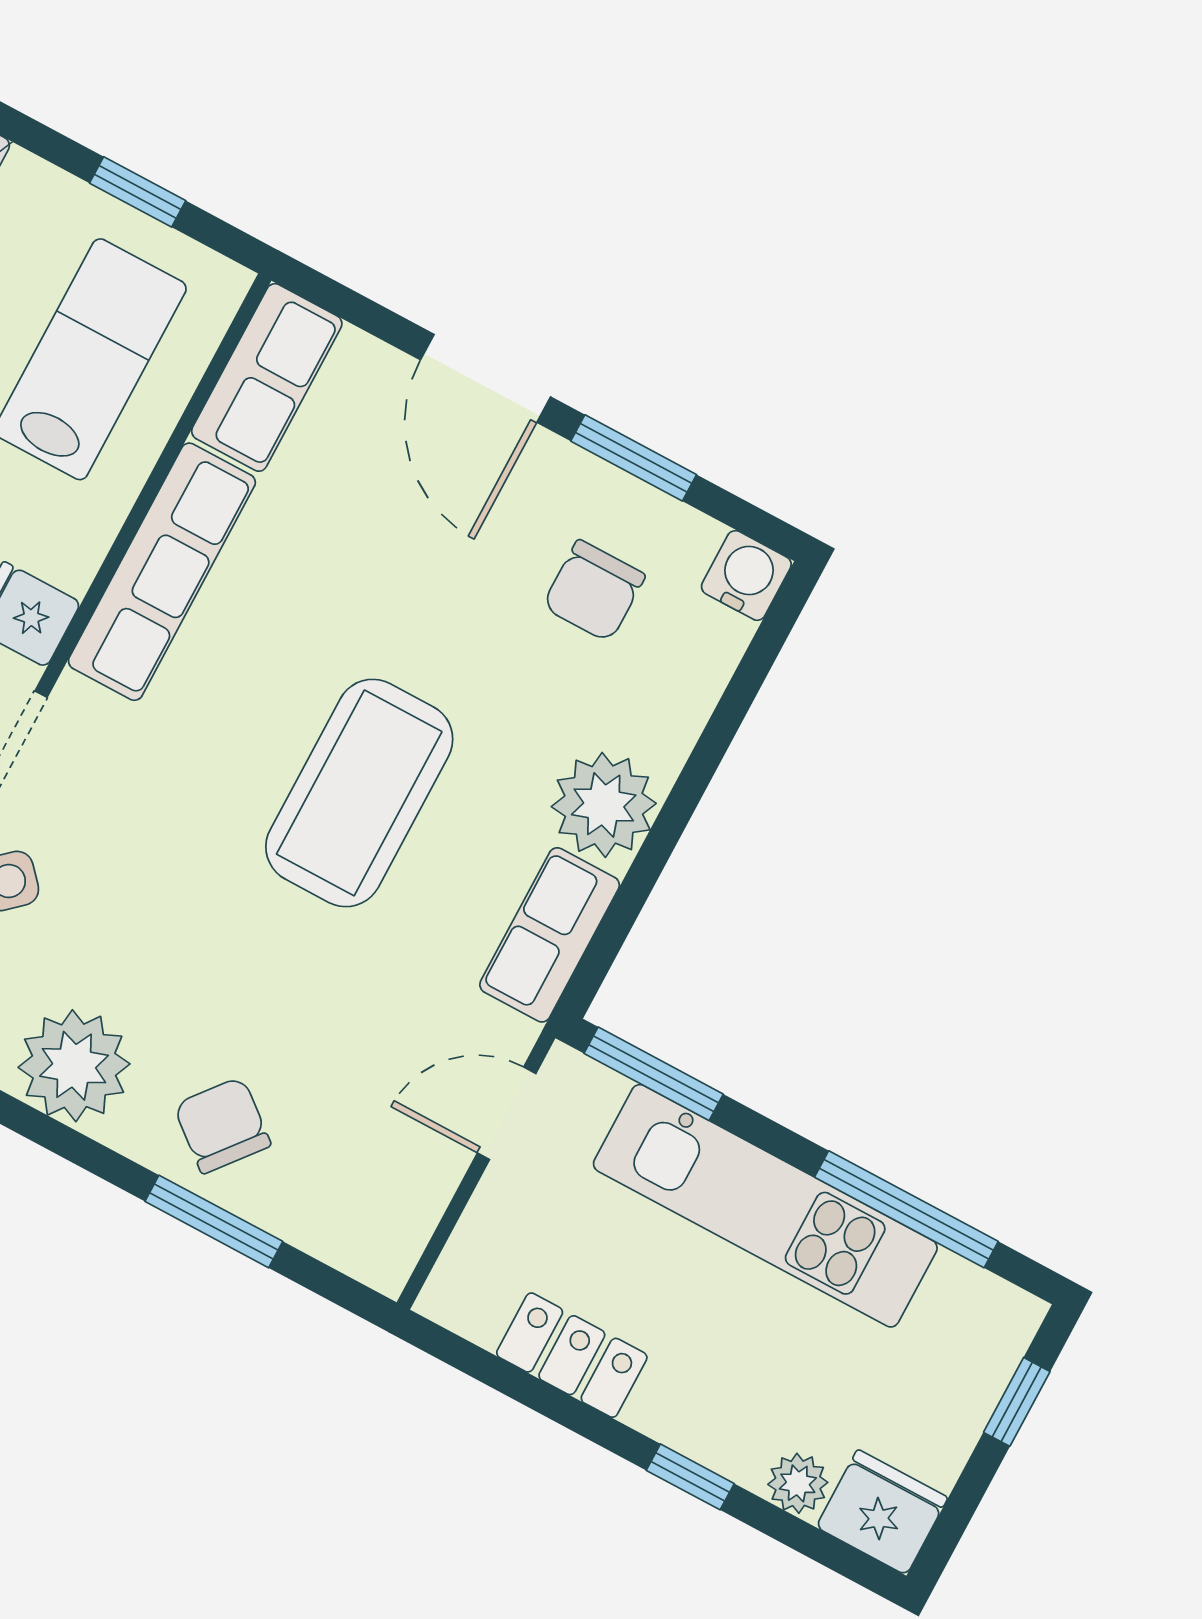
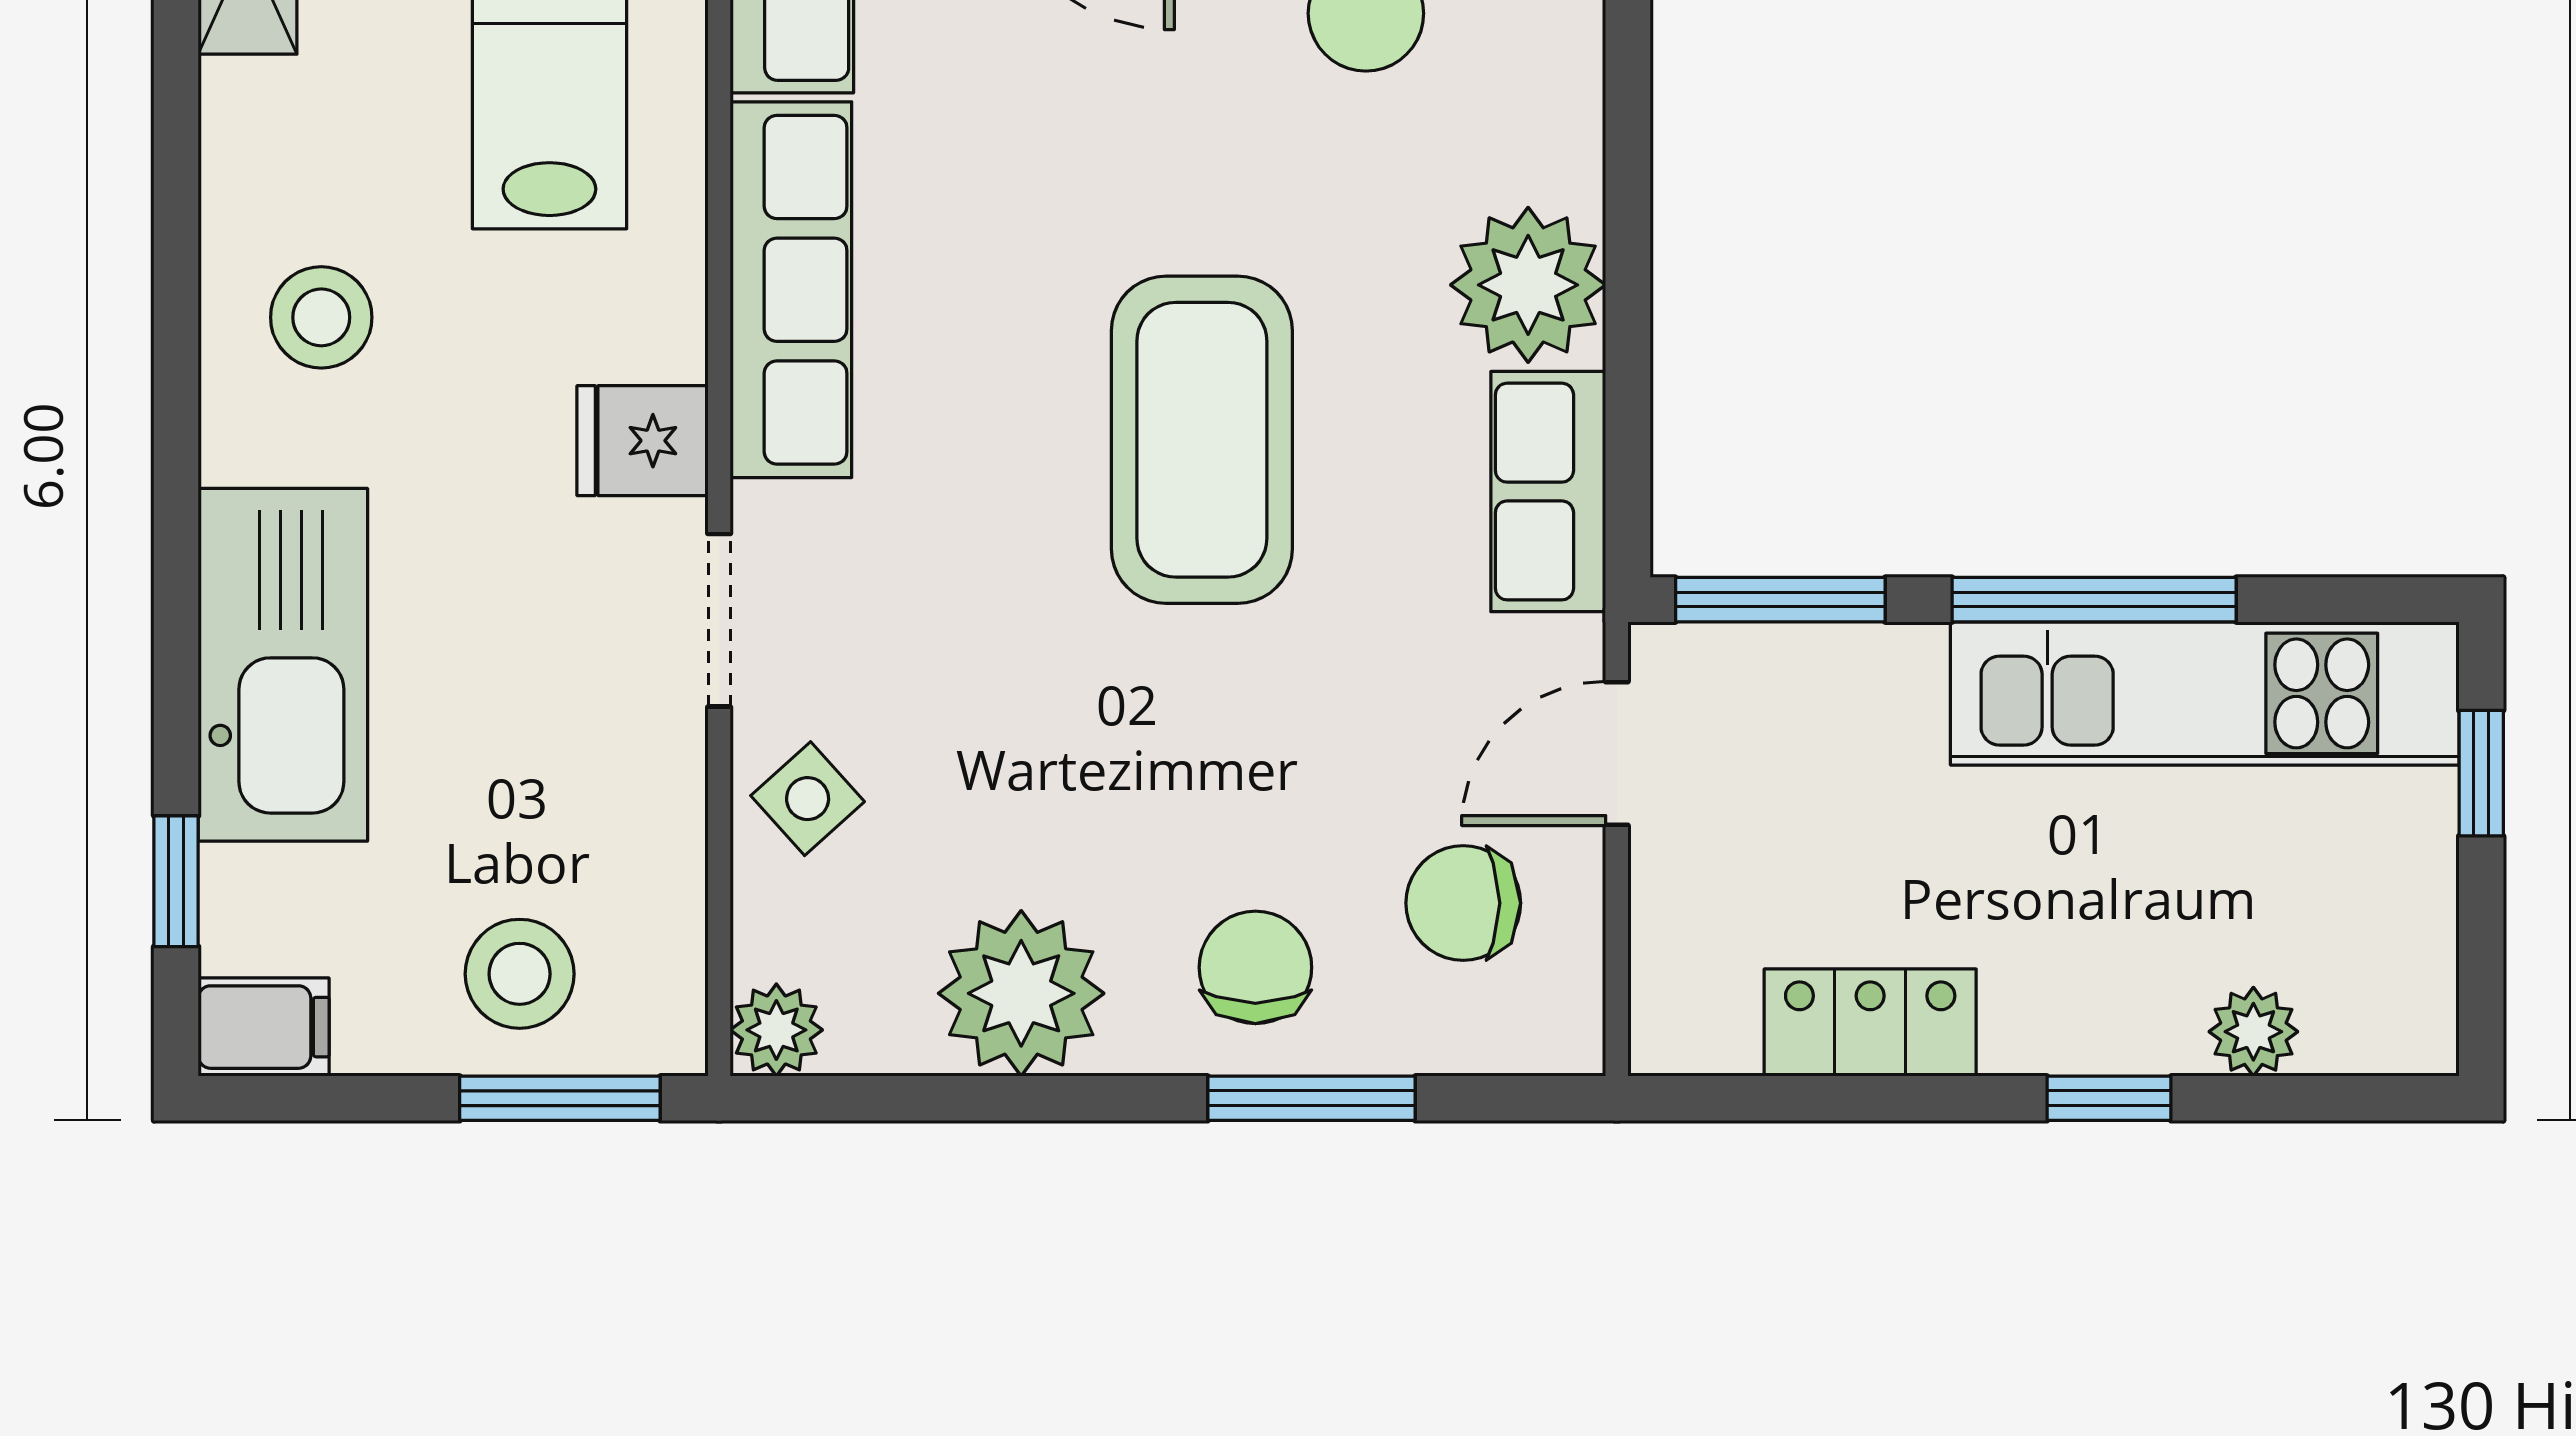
chair: (222, 1125) -> (1255, 967), turned 51
chair: (367, 1153) -> (1463, 903), added
kitchen unit: (765, 1206) -> (2205, 693), moved
window: (906, 1209) -> (2094, 600), moved
fridge: (882, 1512) -> (2383, 1011), removed

